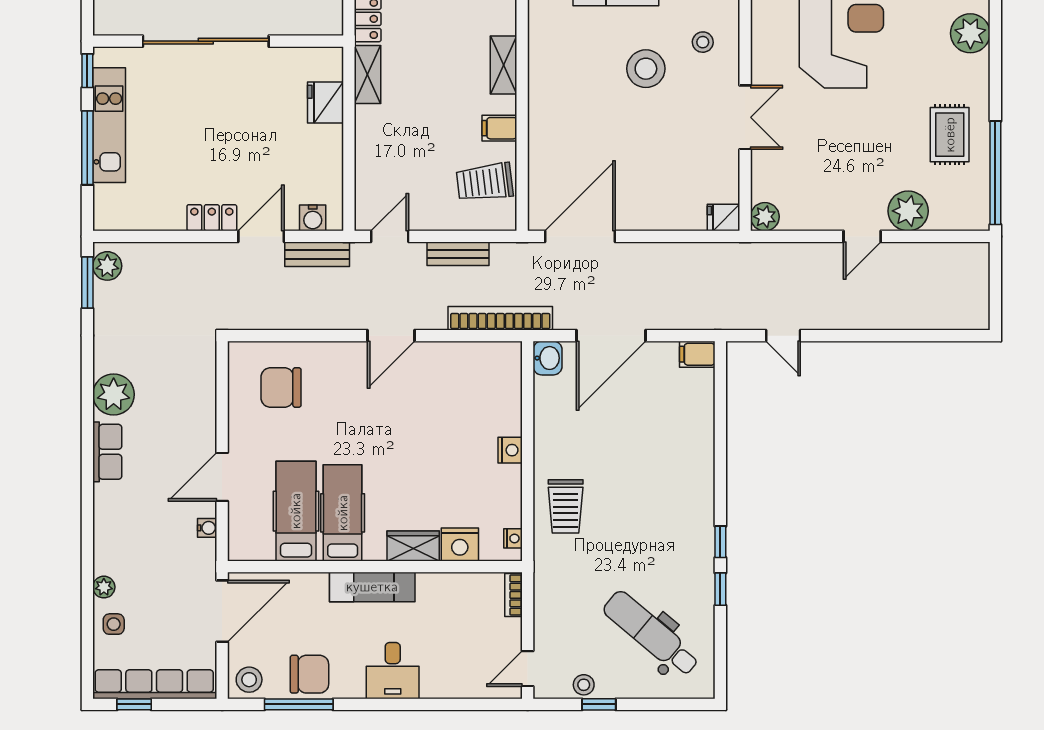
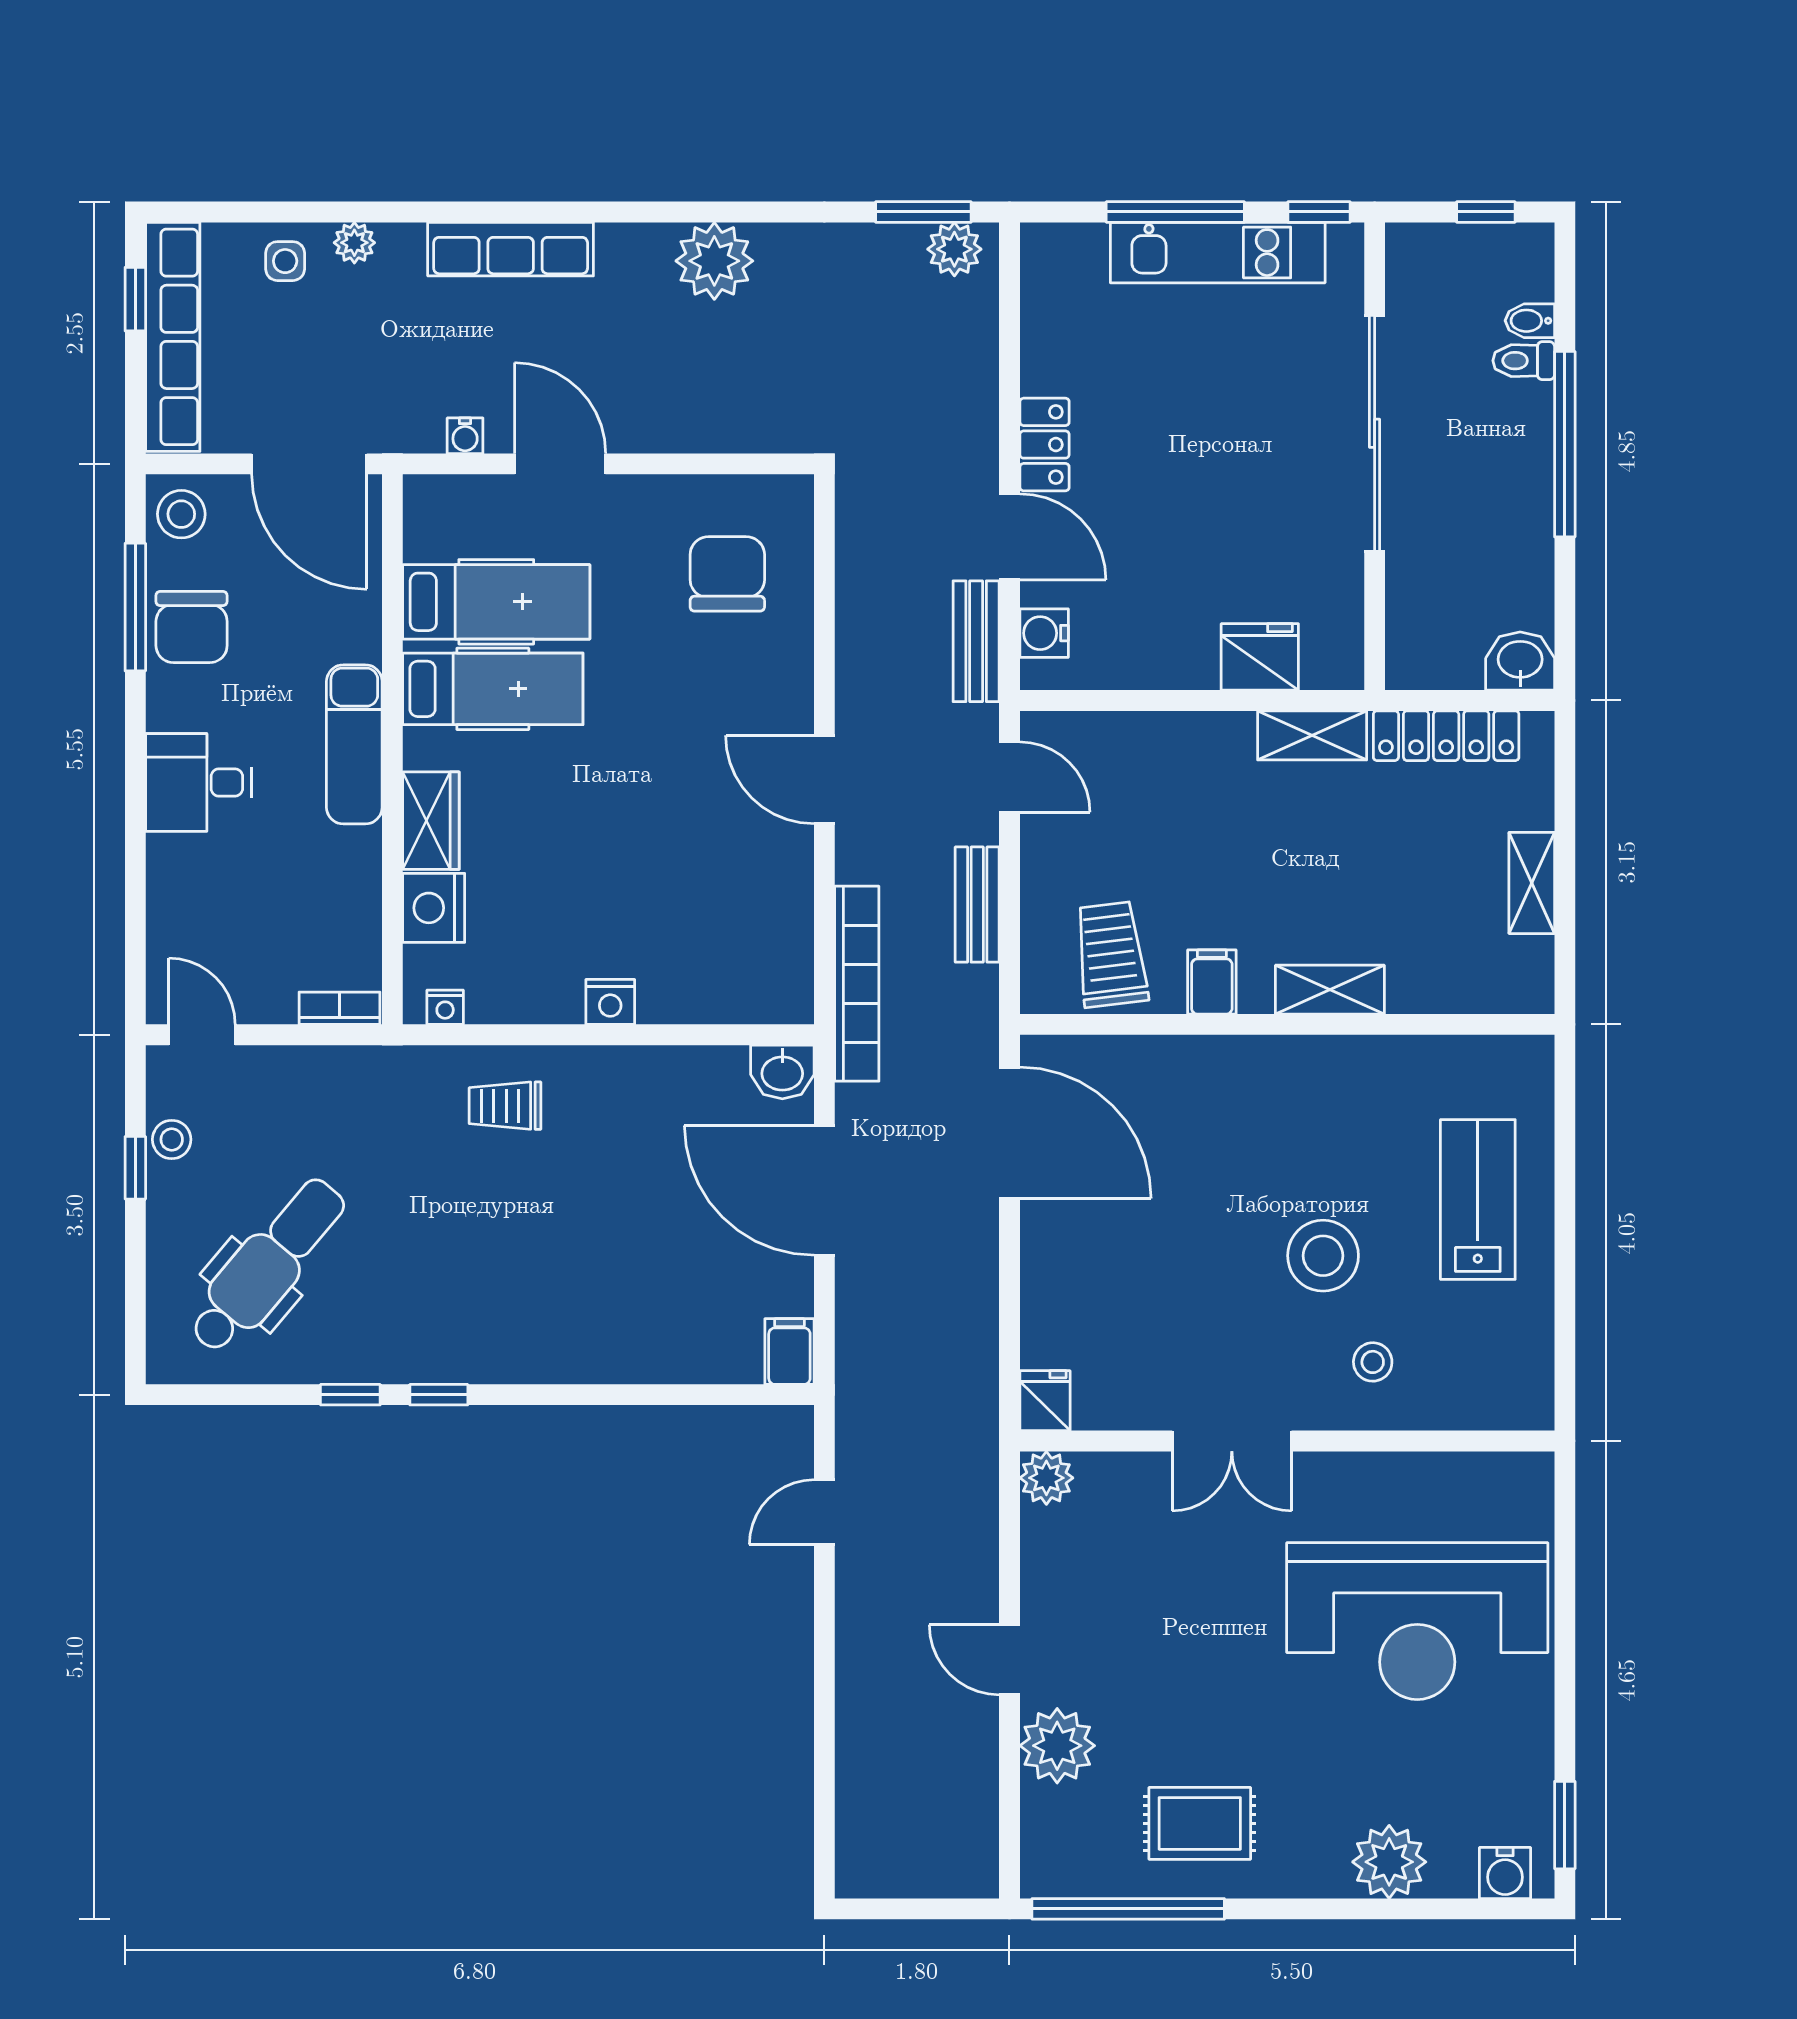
row of seats: (107, 452) -> (511, 249), moved, width x1.48
trolley: (566, 506) -> (505, 1106), width x0.73, depth x0.72

